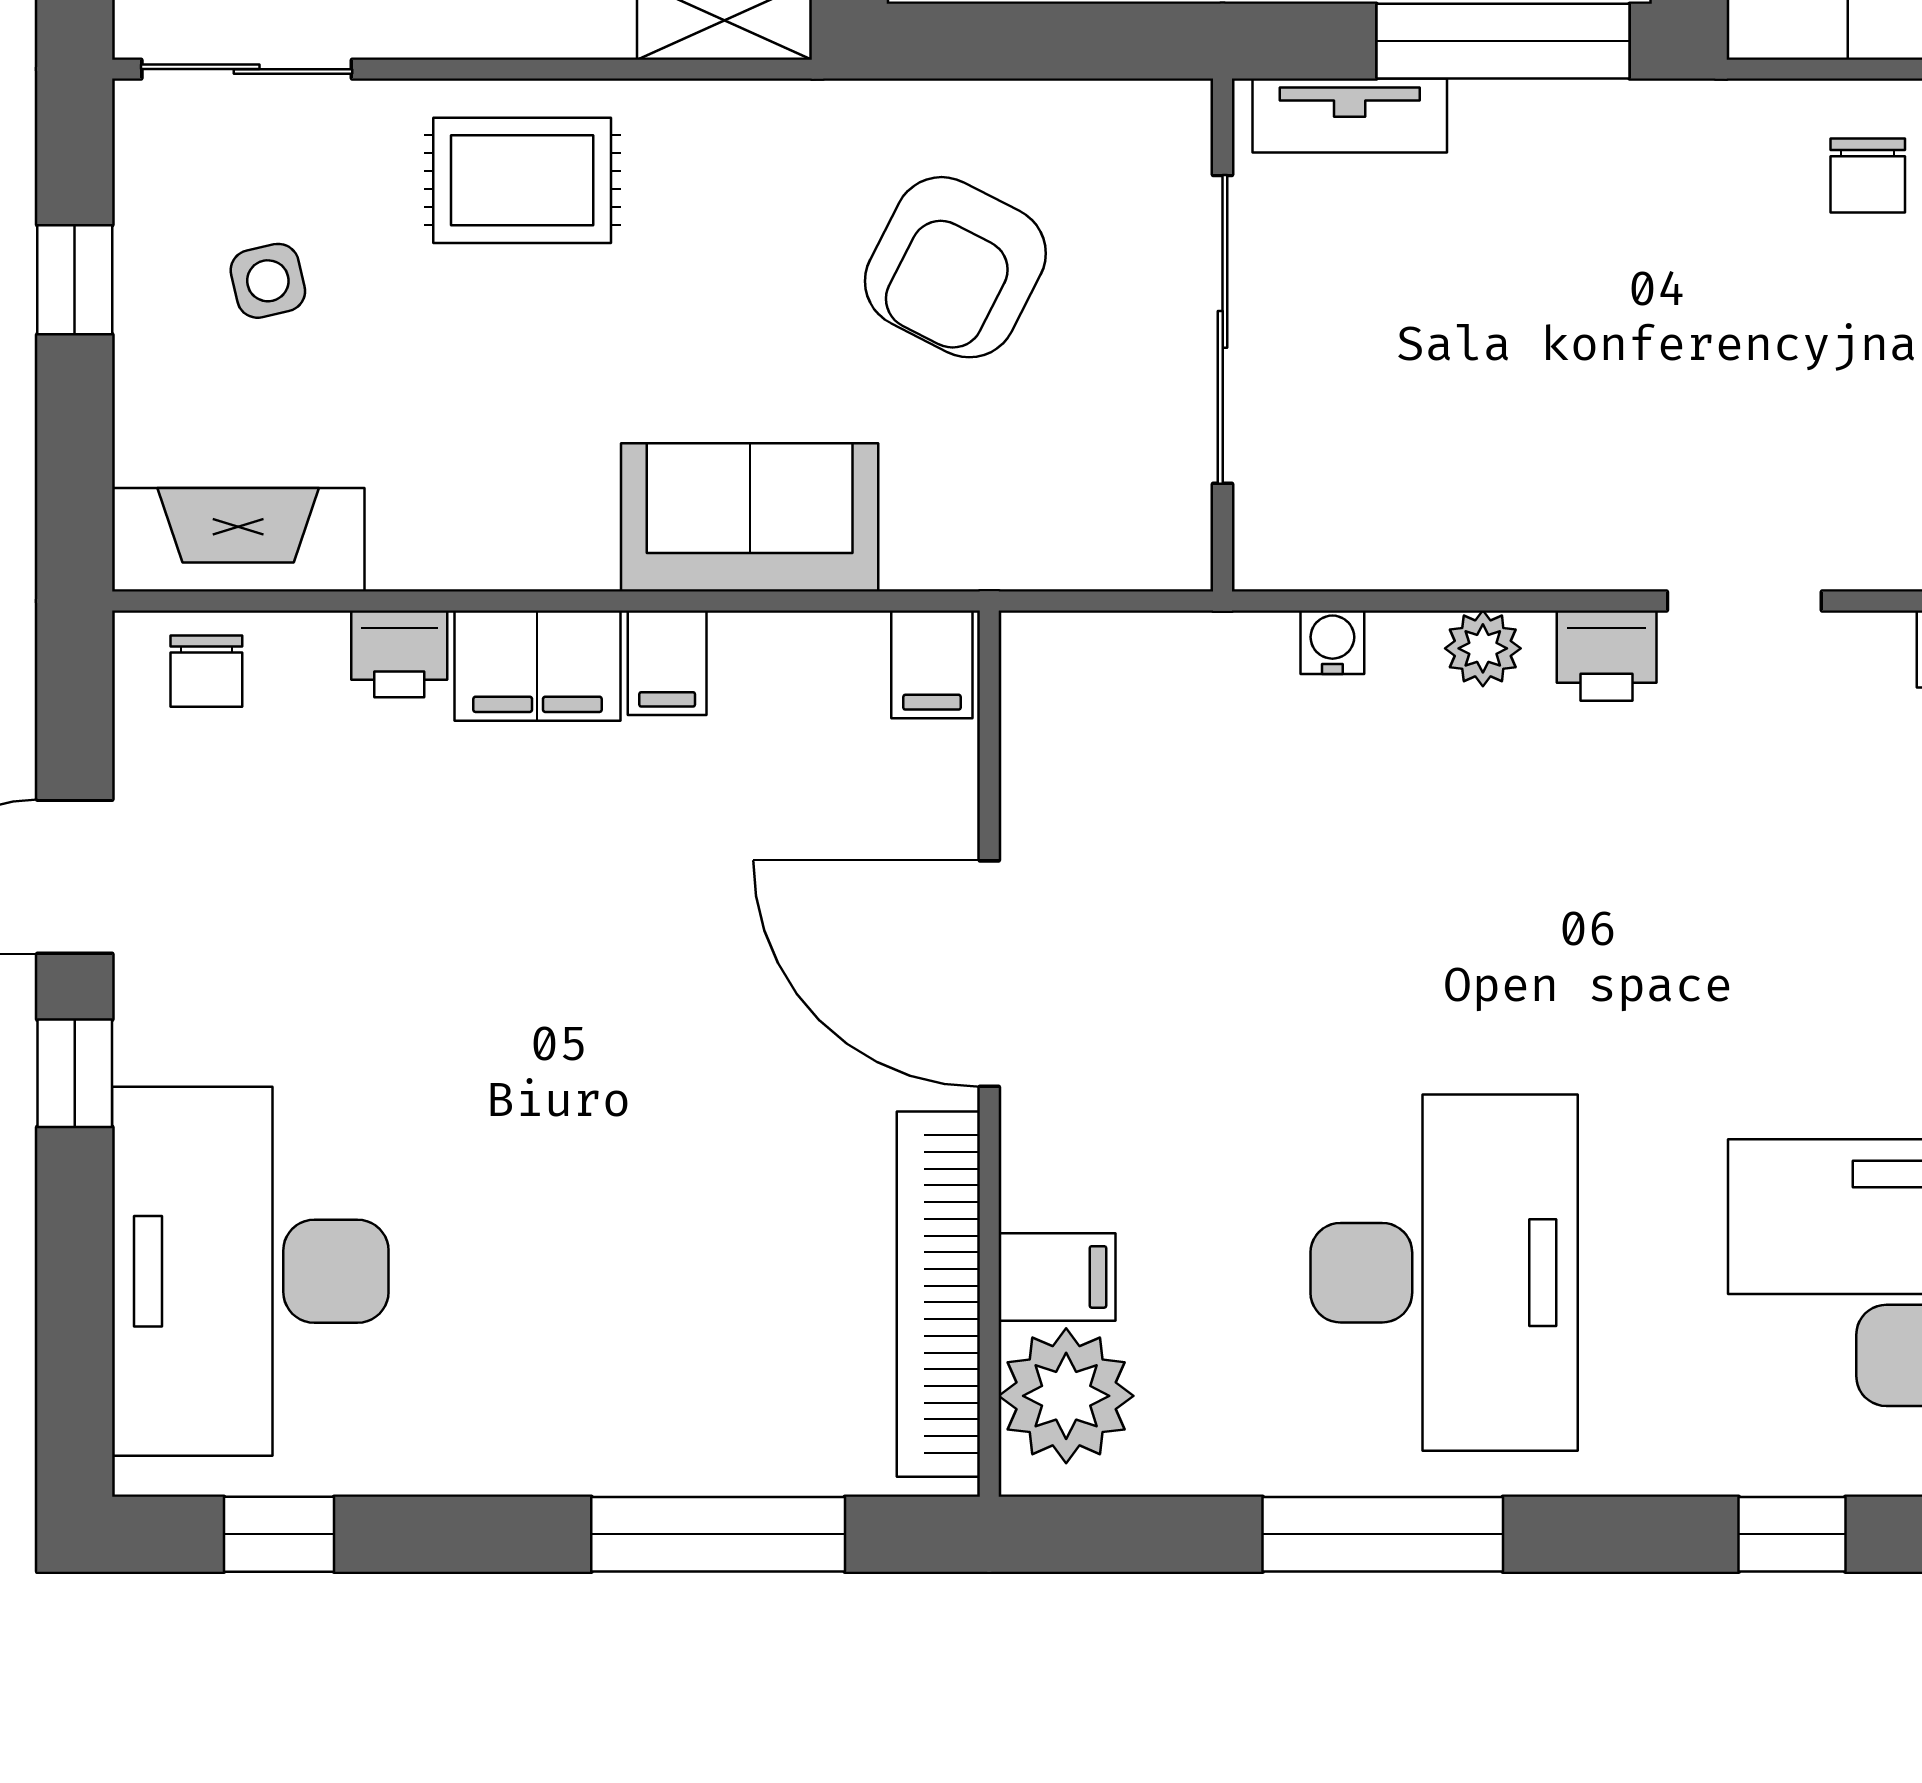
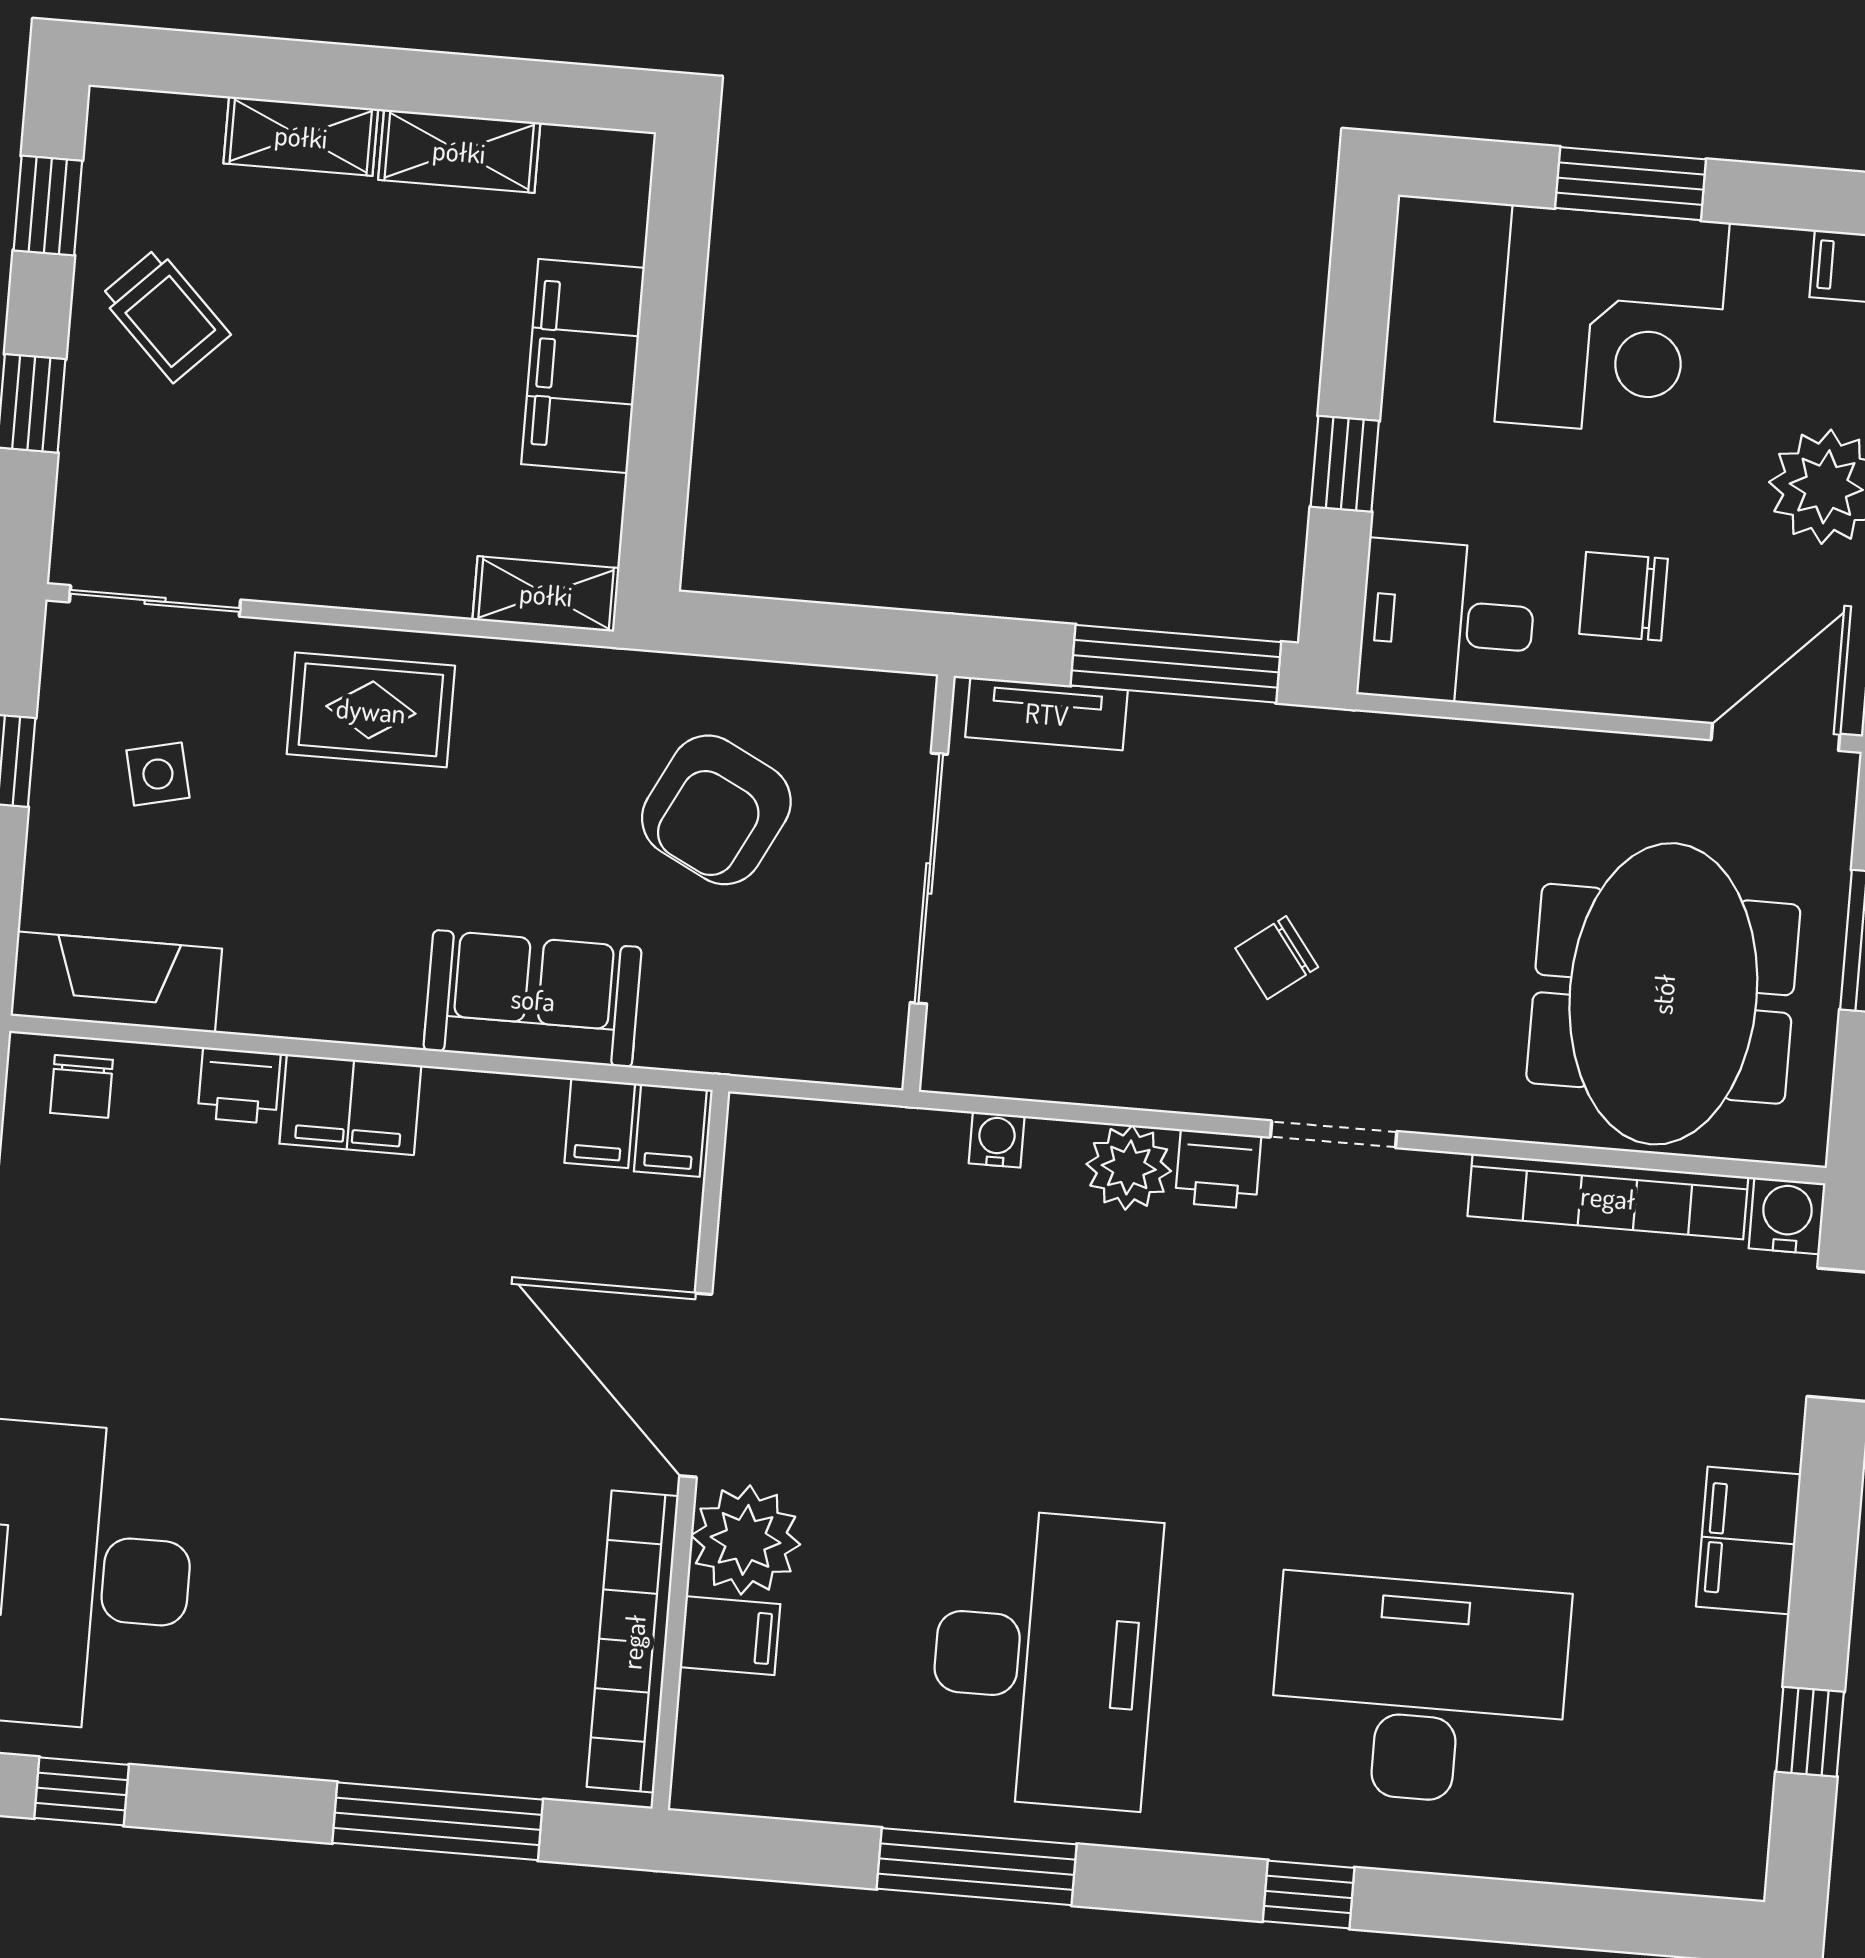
chair: (1868, 175) -> (1277, 958), moved, turned 53
plant: (1483, 648) -> (1129, 1167), width x1.38, depth x1.38
filing cabinet: (667, 663) -> (600, 1123), moved
plant: (1066, 1396) -> (746, 1540), moved

